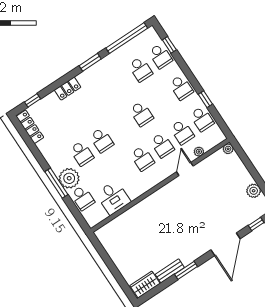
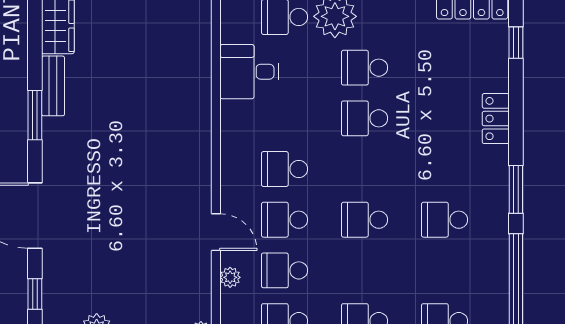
school desk: (140, 69) -> (445, 220), moved

